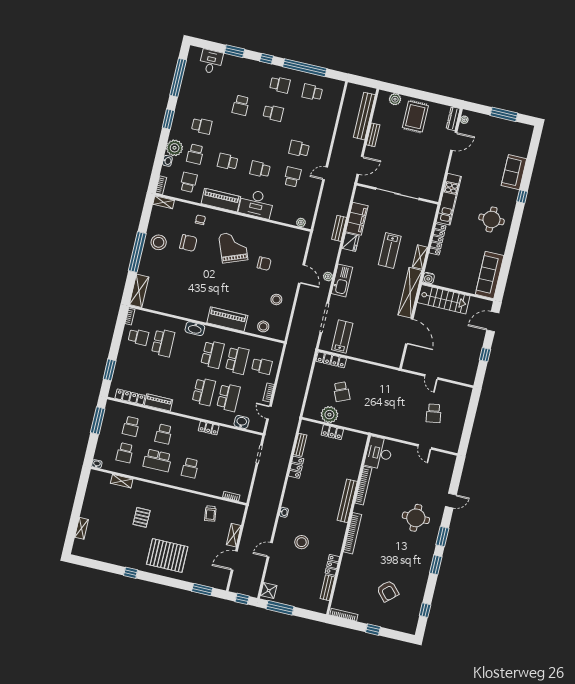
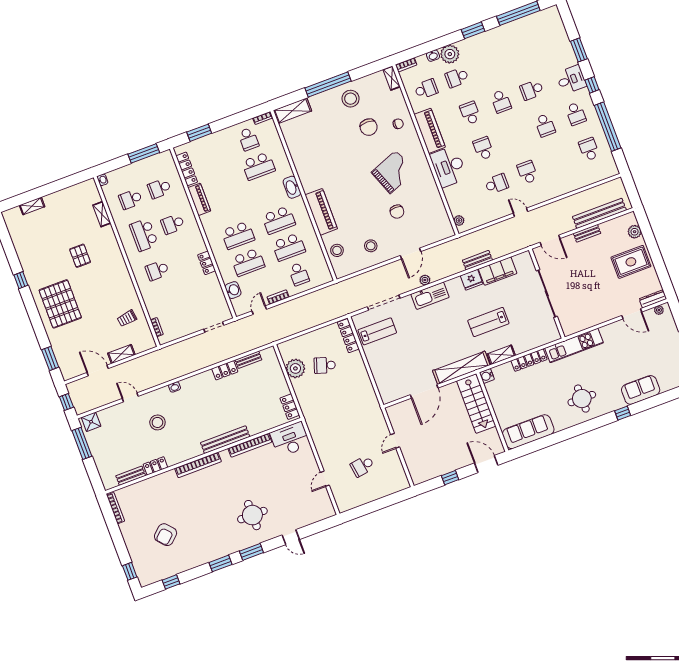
desk: (211, 62) -> (571, 80), moved
school desk: (202, 126) -> (501, 101), moved
school desk: (341, 392) -> (325, 365), turned 42
locker: (332, 432) -> (290, 407), moved
pallet: (142, 517) -> (80, 256), turned 90
window: (373, 630) -> (130, 571), moved

